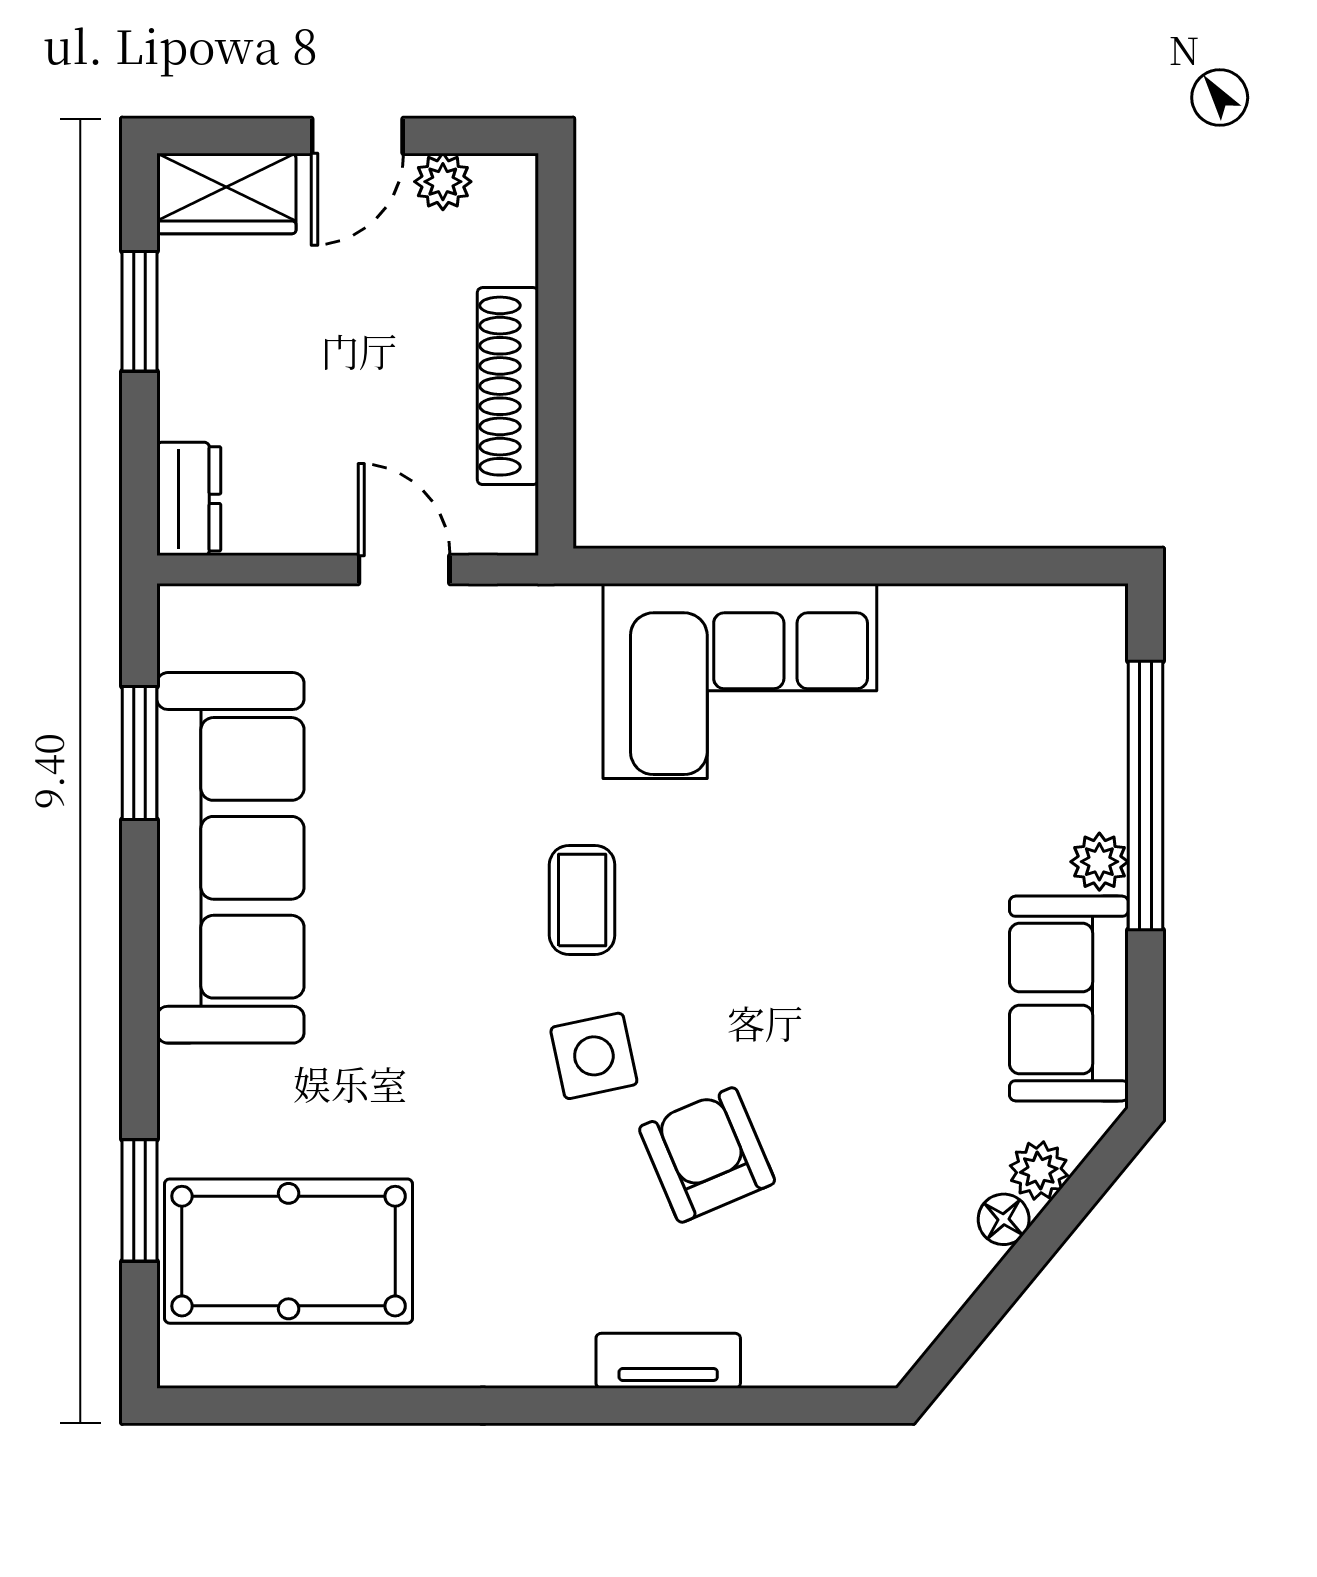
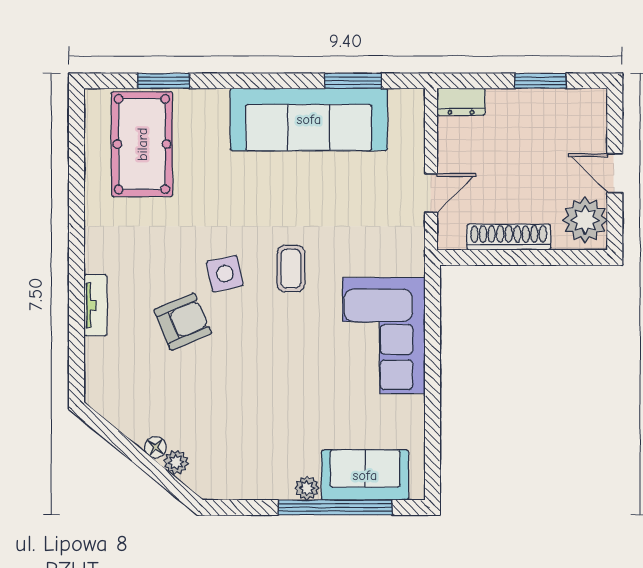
plant: (443, 182) -> (585, 220), width x1.88, depth x1.88
wardrobe: (226, 194) -> (590, 118), removed
coffee table: (582, 900) -> (291, 269), turned 90
sofa: (1069, 998) -> (365, 475), moved

